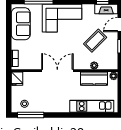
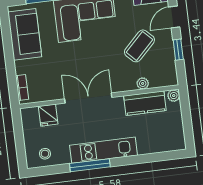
fridge: (17, 79) -> (48, 115), moved
kitchen unit: (92, 106) -> (103, 150), moved
window: (31, 115) -> (90, 165), moved

